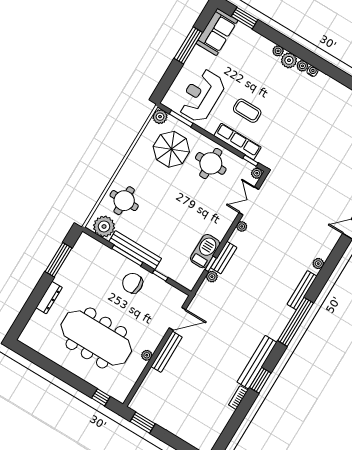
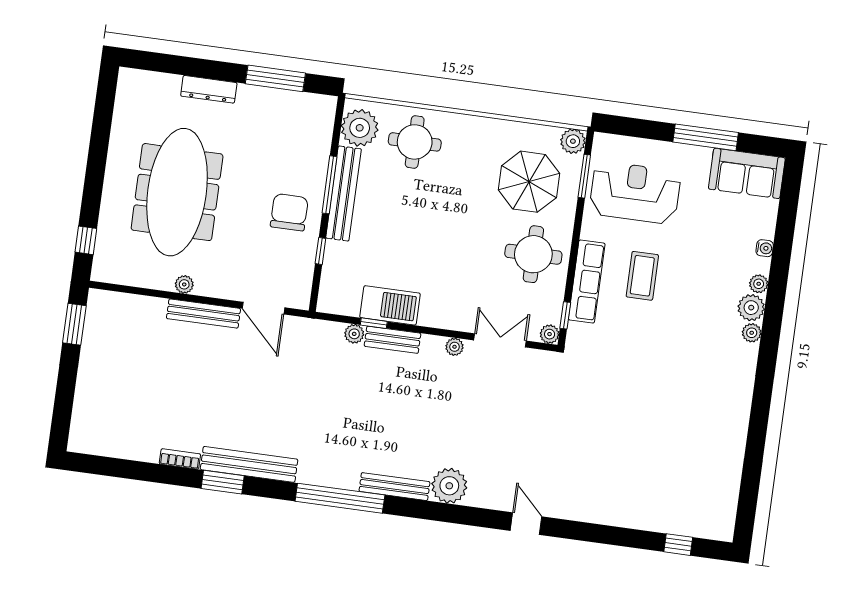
window: (245, 18) -> (788, 208), removed
water cooler: (313, 71) -> (765, 248), moved
plant: (318, 264) -> (449, 486), width x1.88, depth x1.88

